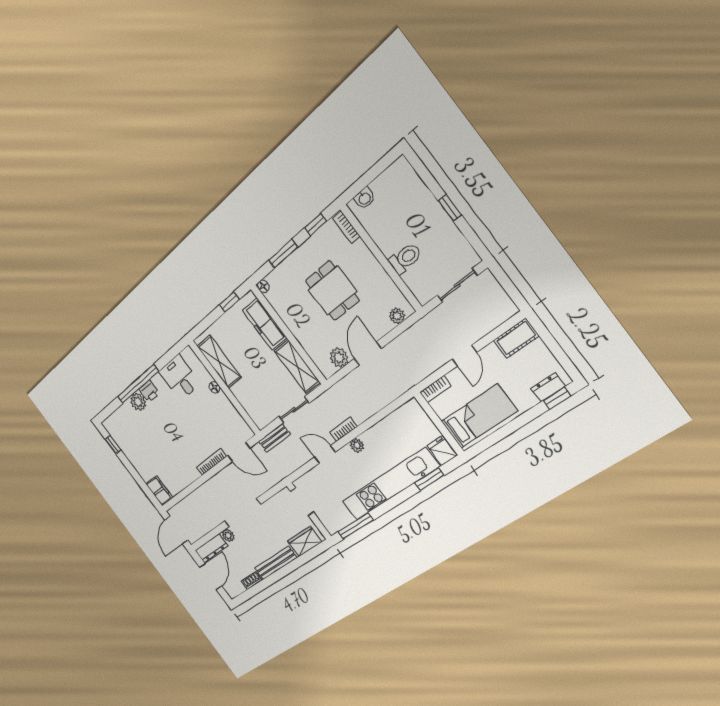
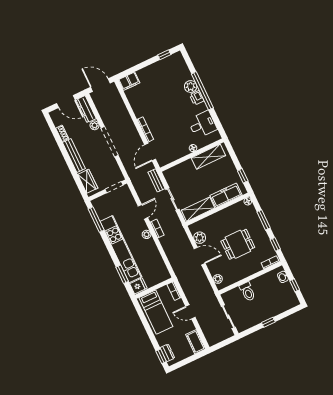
window: (373, 173) -> (295, 285), added

